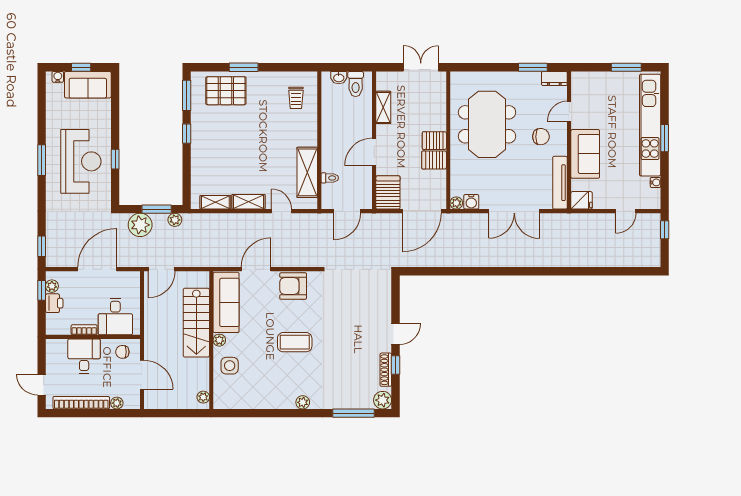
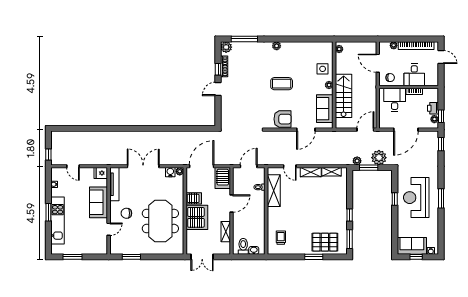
dresser: (554, 78) -> (118, 250), removed
kitchen unit: (650, 125) -> (58, 220), width x0.73
server rack: (434, 141) -> (197, 217), width x2.18, depth x1.44
door: (626, 211) -> (73, 166), swing flipped
sofa: (226, 302) -> (325, 109), width x0.73

